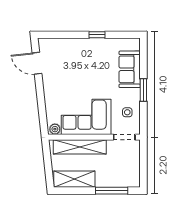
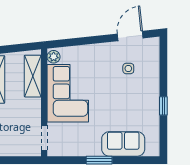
side table: (127, 112) -> (128, 68), moved
shelving: (80, 147) -> (33, 76), width x0.68

